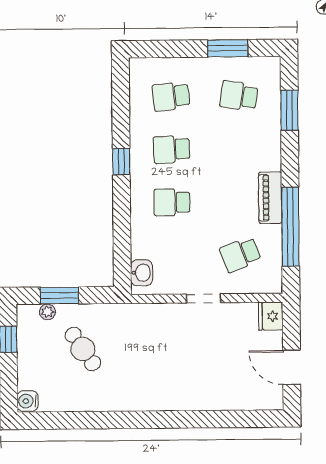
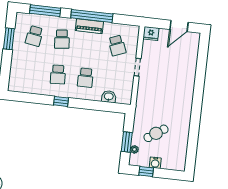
school desk: (171, 96) -> (62, 39), moved
window: (289, 110) -> (45, 11), width x1.44
window: (290, 227) -> (92, 16), moved
washbasin: (141, 273) -> (109, 97), moved
water cooler: (27, 401) -> (155, 163), moved

